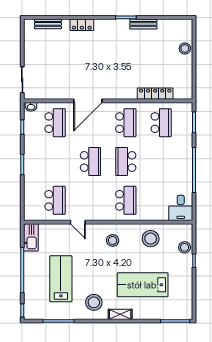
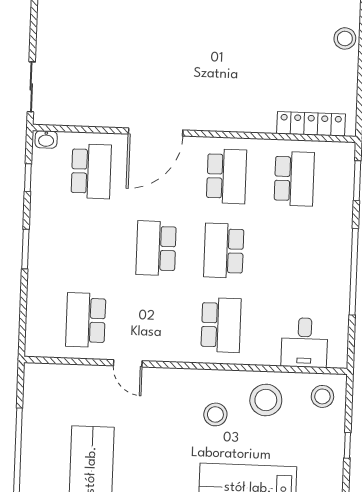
locker: (155, 94) -> (311, 124), moved
school desk: (90, 162) -> (156, 248), turned 180
school desk: (55, 200) -> (86, 320), turned 180
desk: (181, 208) -> (304, 343), moved
kitchen sink: (31, 237) -> (37, 389), removed
stool: (113, 240) -> (215, 414), moved
stool: (185, 247) -> (322, 396), moved

